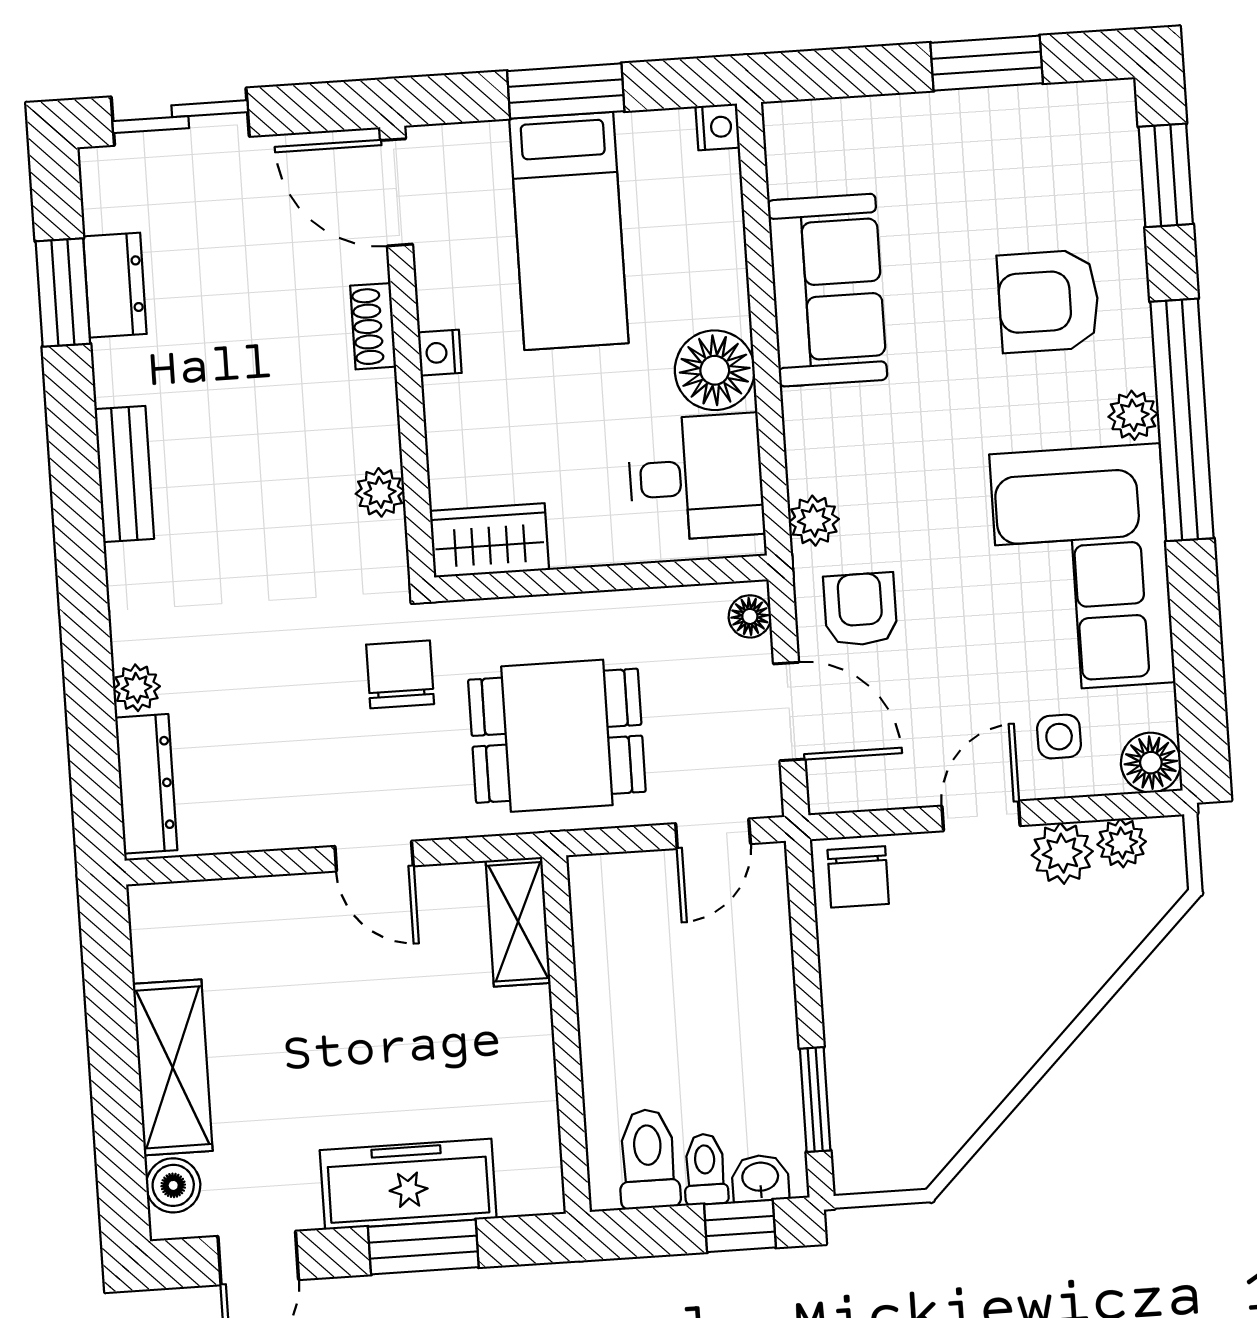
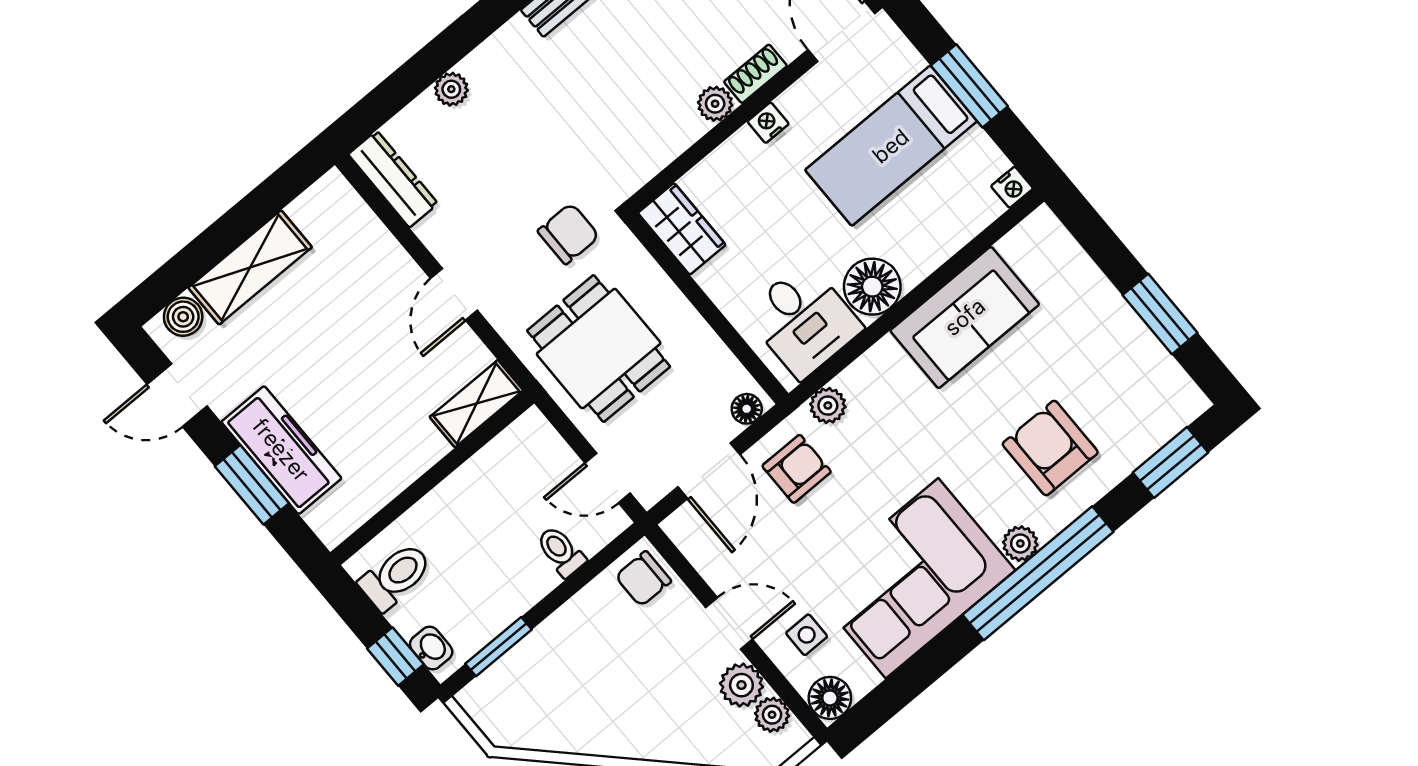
plant: (380, 492) -> (715, 104), moved
dresser: (146, 784) -> (393, 179), moved, turned -90
toilet: (705, 1169) -> (561, 551), moved, turned -90

